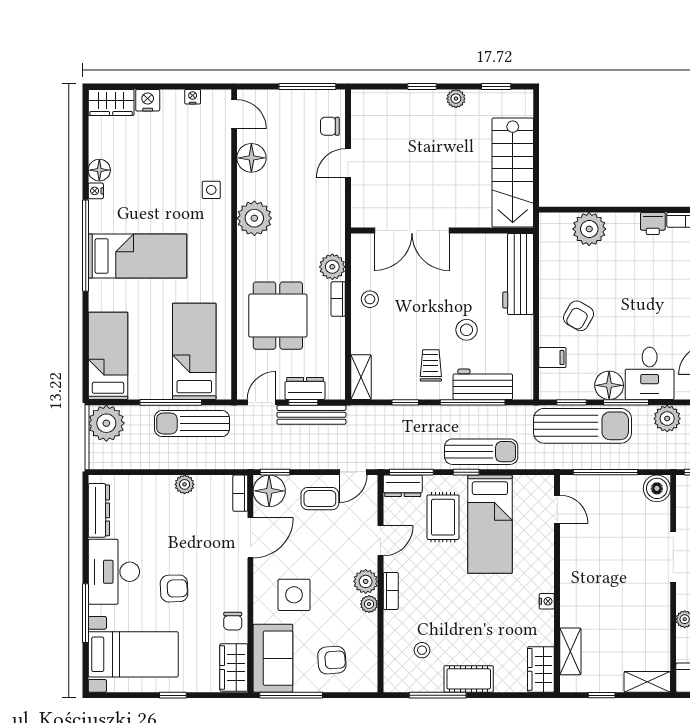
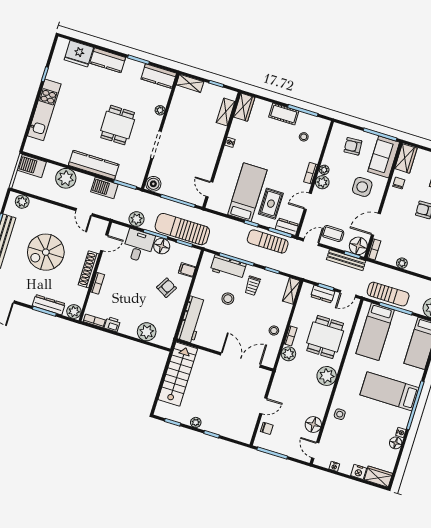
plant: (254, 218) -> (327, 376), moved
bench: (311, 415) -> (346, 260), moved
sun lounger: (481, 452) -> (268, 241), moved

